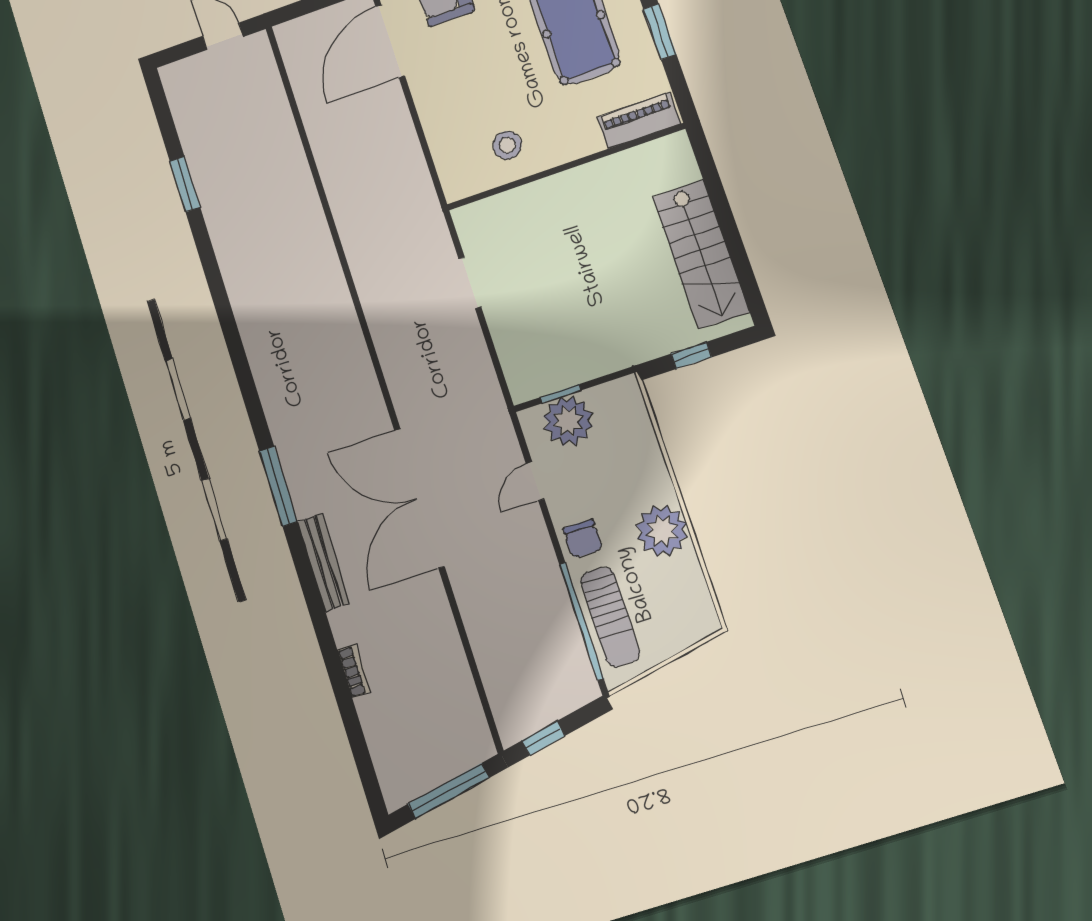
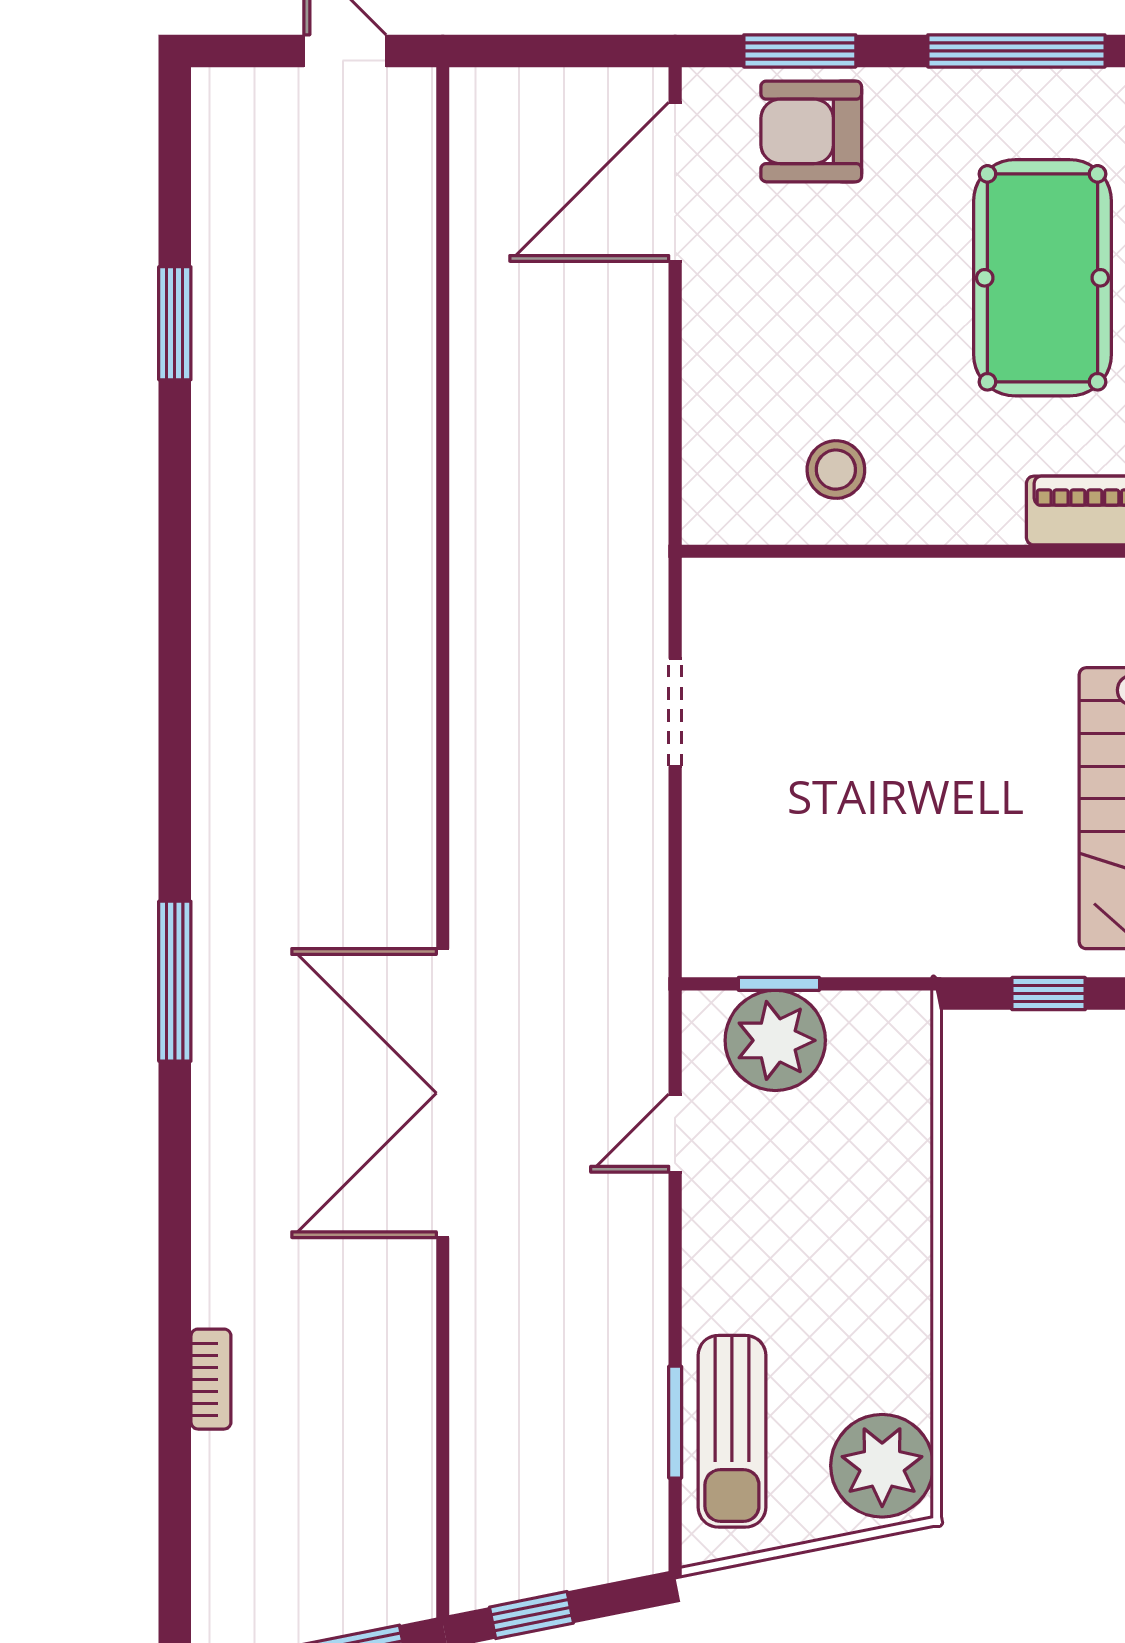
plant: (662, 531) -> (882, 1466), moved
chair: (583, 539) -> (729, 1270), removed
bench: (324, 563) -> (217, 1156), removed
window: (581, 621) -> (675, 1422), width x0.47

